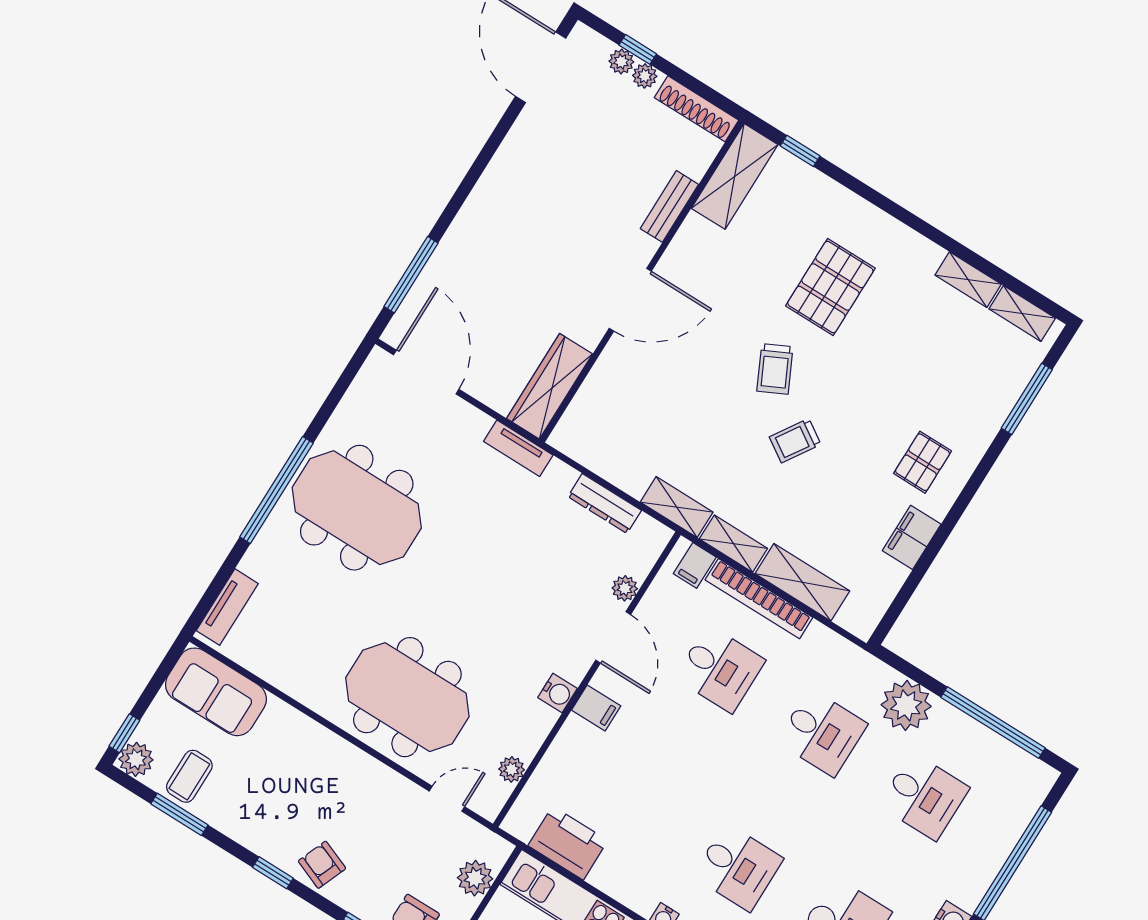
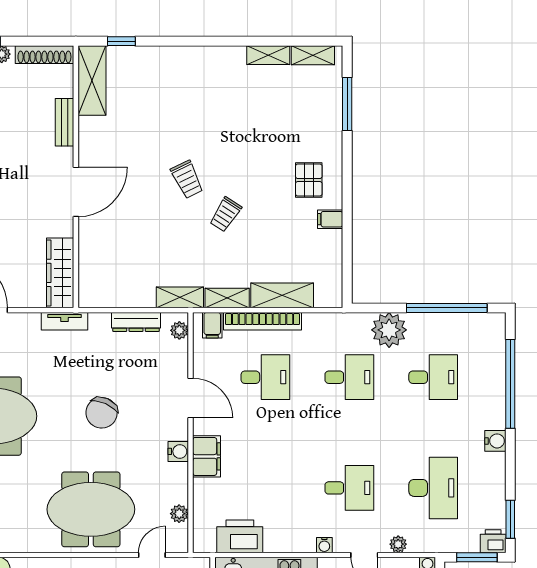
pallet: (830, 287) -> (190, 110), removed
filing cabinet: (912, 537) -> (330, 219), width x0.50
chair: (494, 588) -> (102, 413), added
plant: (625, 588) -> (179, 330), moved
filing cabinet: (596, 708) -> (207, 456), width x2.00

